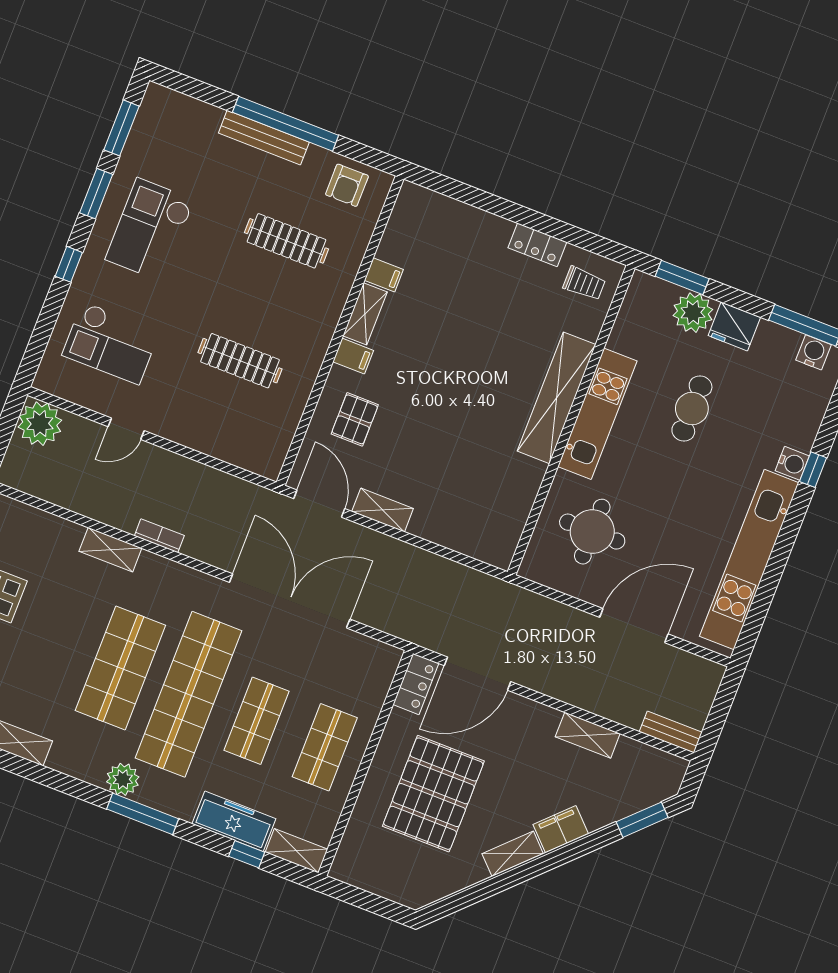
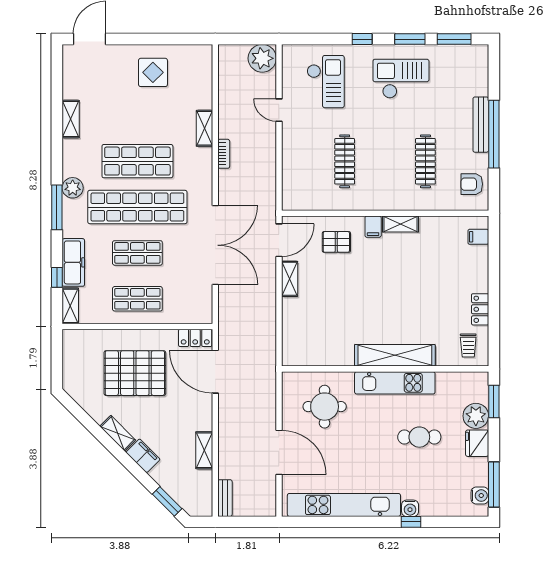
filing cabinet: (384, 275) -> (478, 237), moved, turned 90
checkout: (111, 343) -> (326, 82), turned 180

